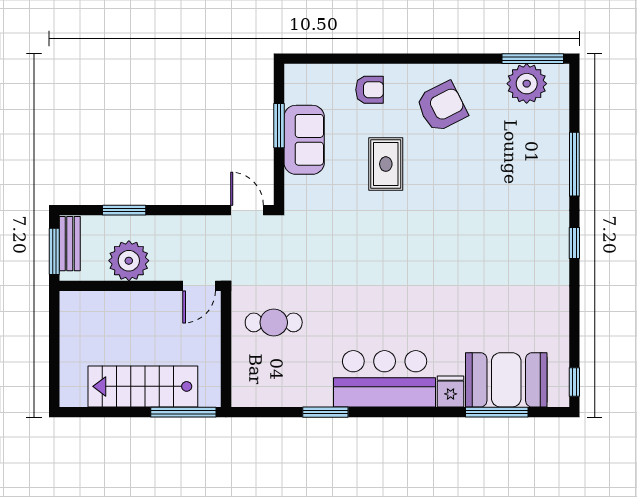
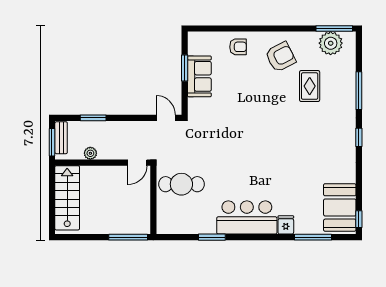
rug: (386, 164) -> (310, 86), moved
plant: (129, 261) -> (90, 153), width x0.53, depth x0.53
cafe table: (274, 322) -> (181, 184), width x1.37, depth x1.35
booth: (506, 380) -> (340, 207), moved, turned 90
stairs: (143, 386) -> (67, 198), moved, turned 90

